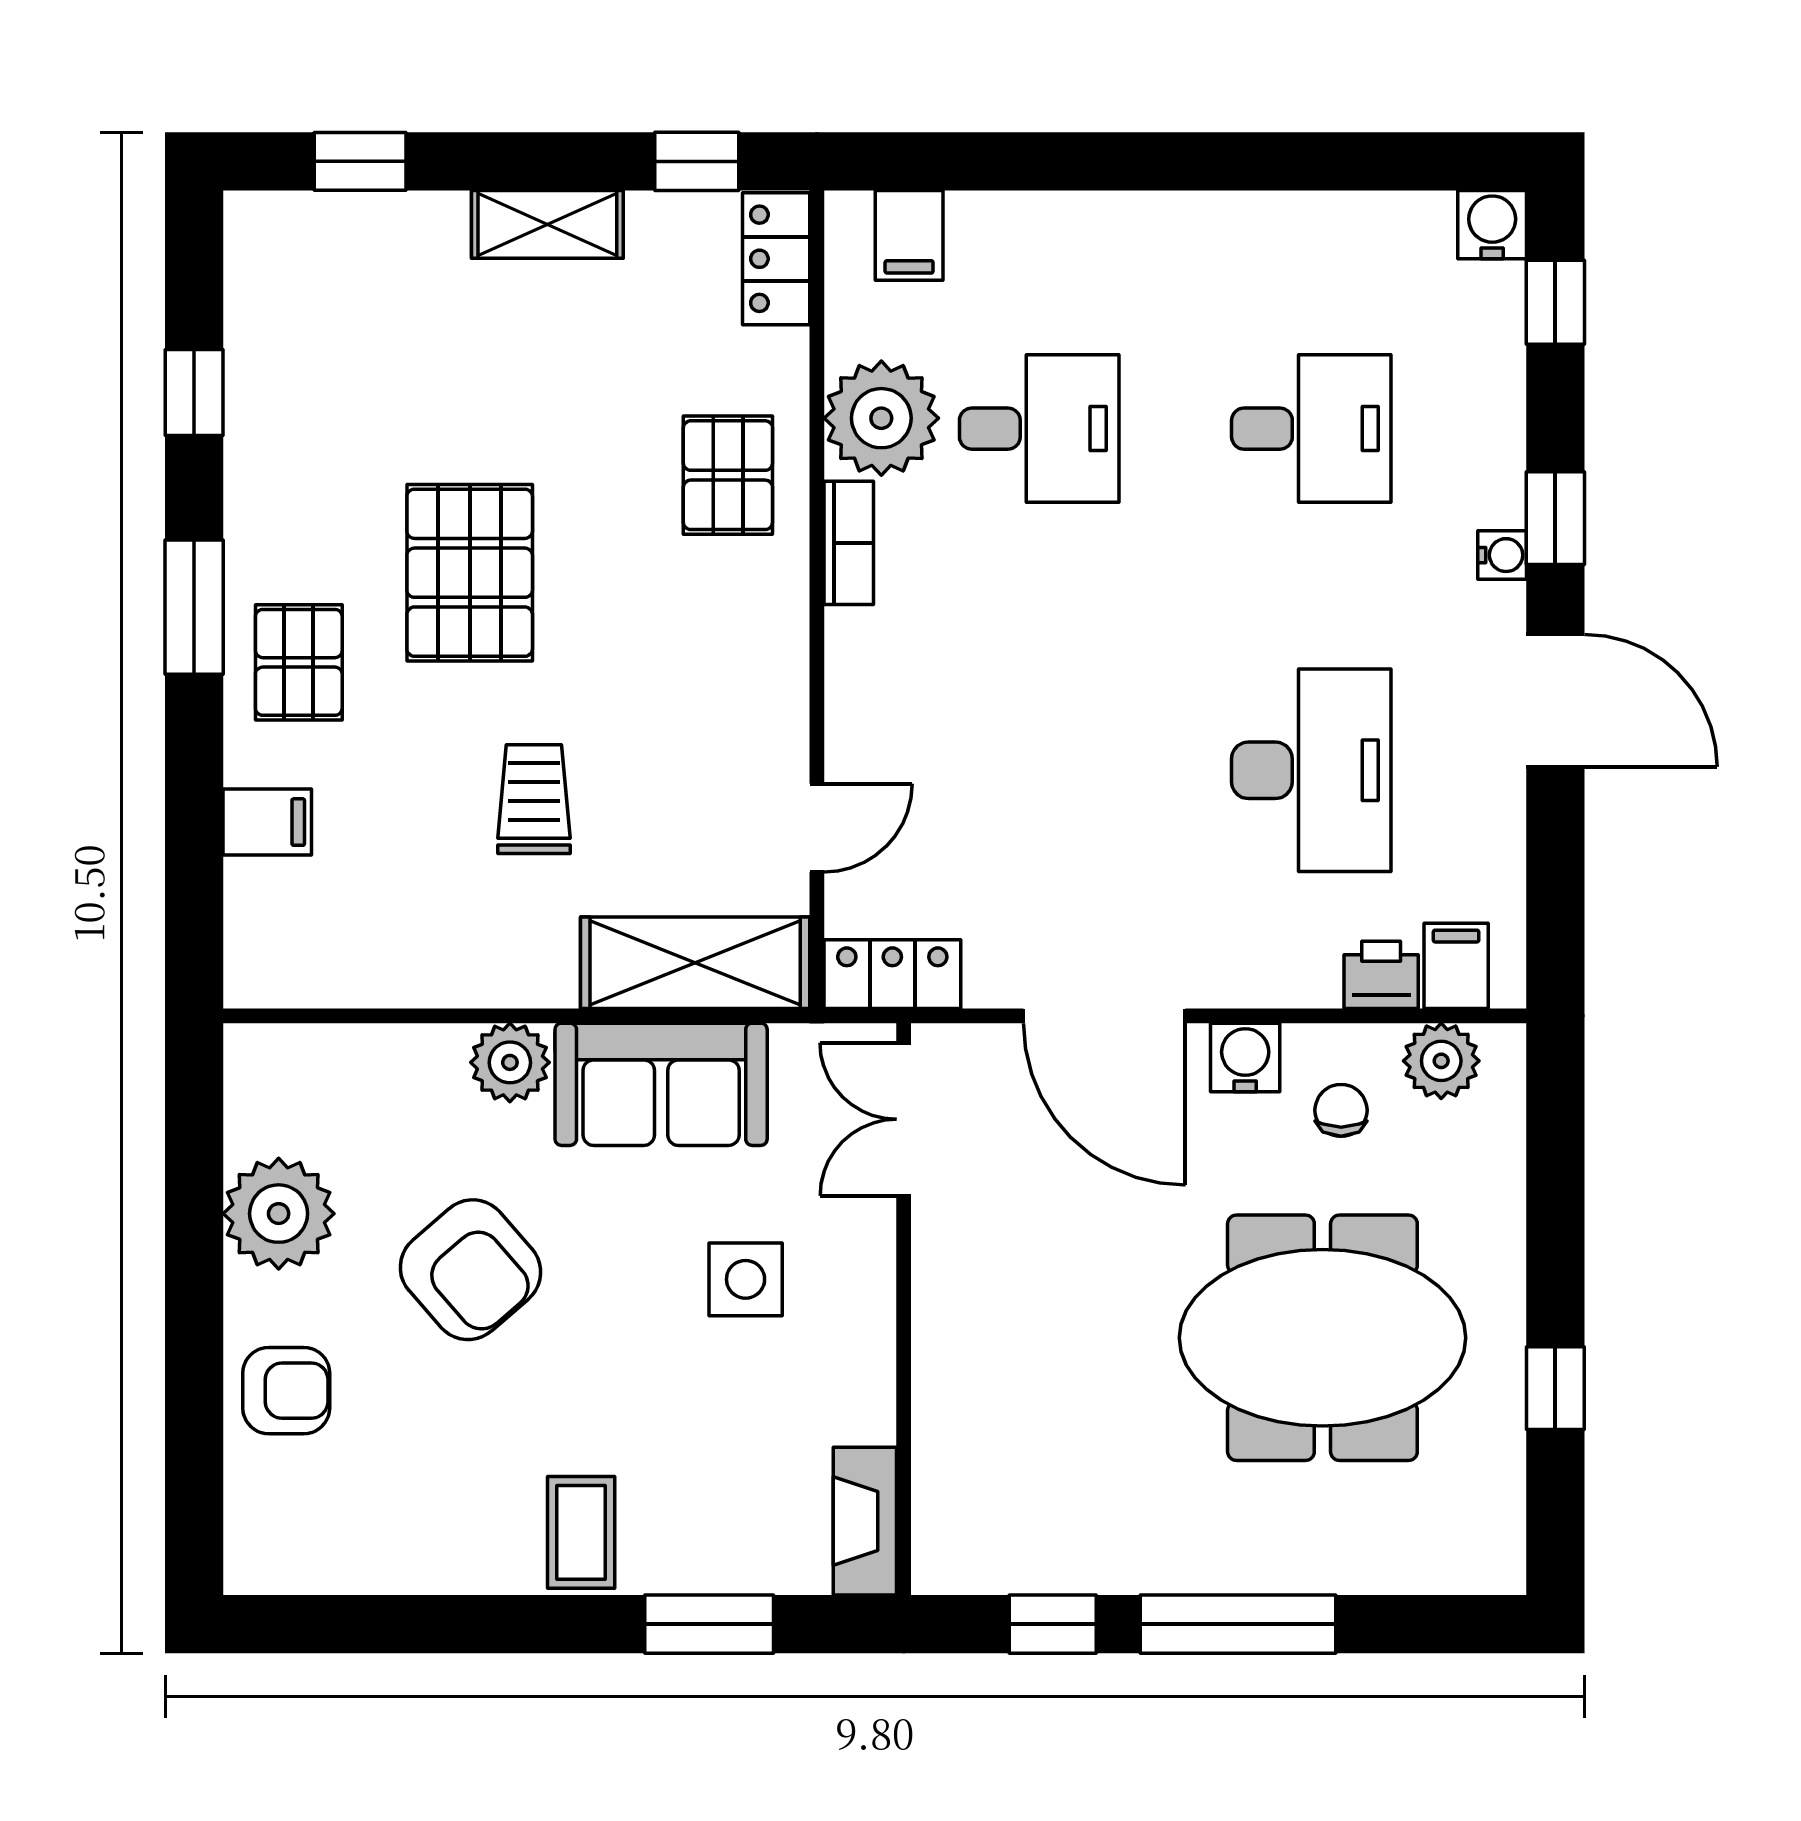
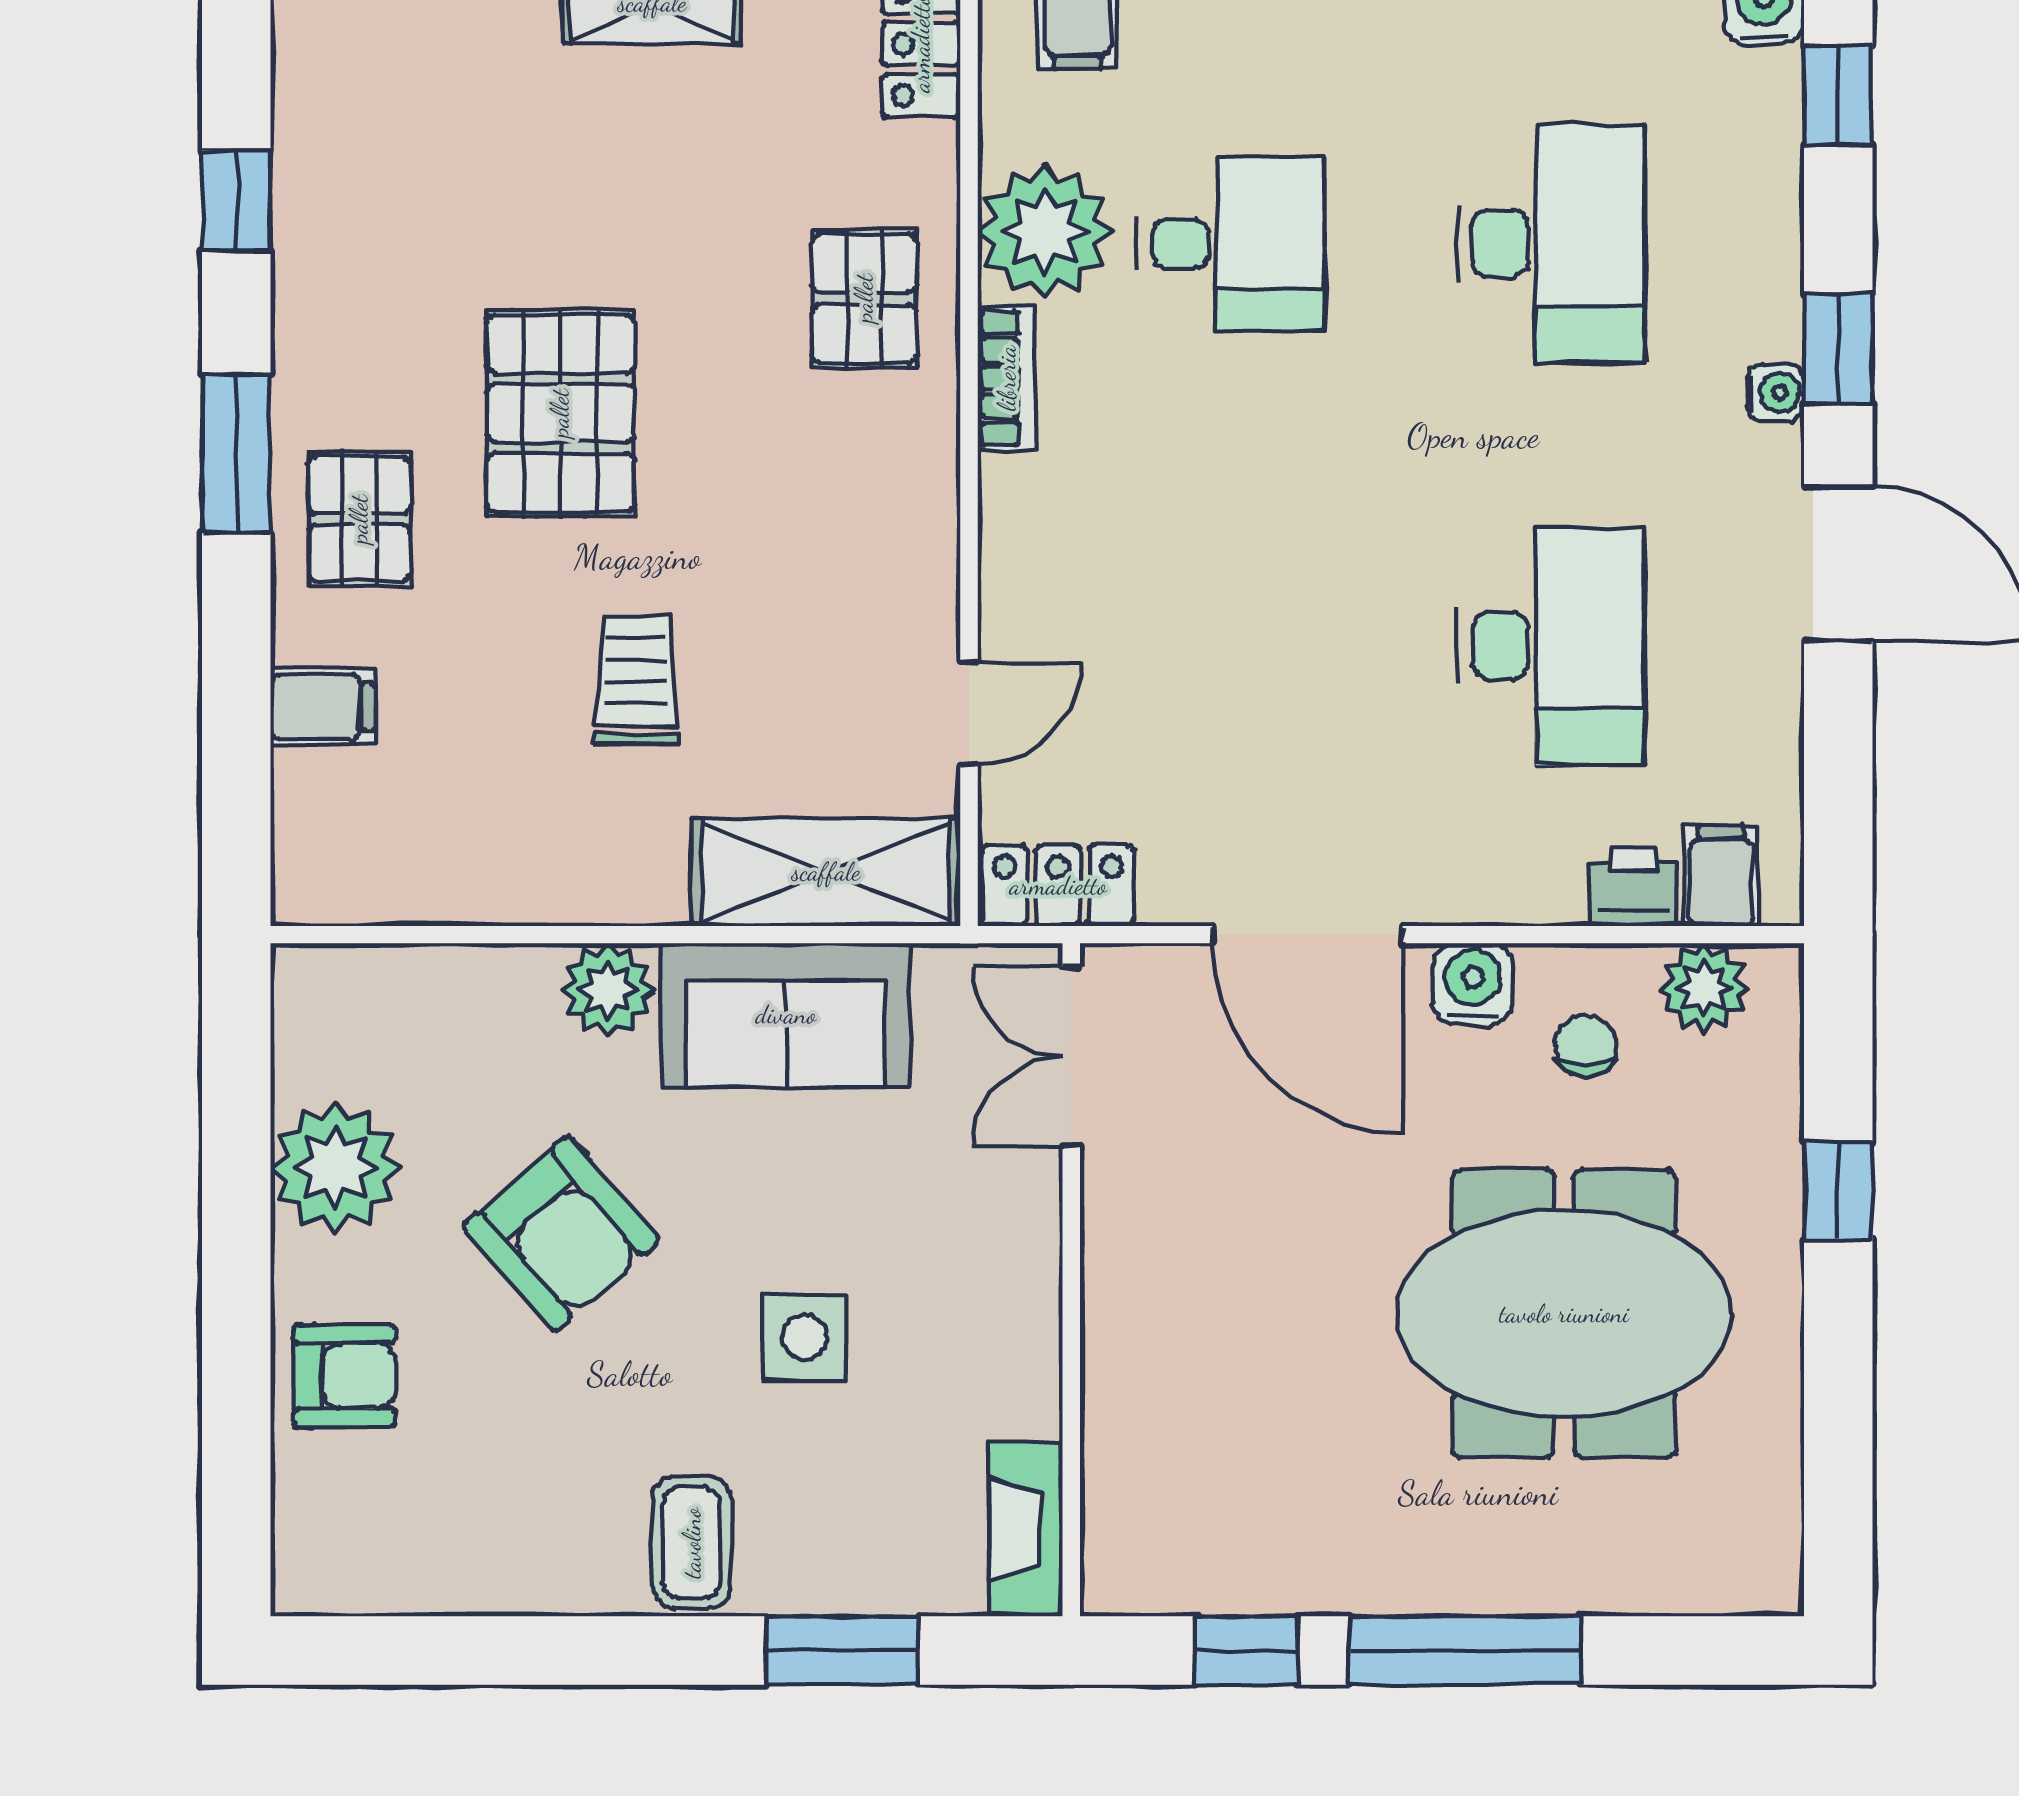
desk: (1311, 429) -> (1551, 244), width x1.37
side table: (746, 1279) -> (804, 1337), moved
window: (1555, 1388) -> (1838, 1191), moved

